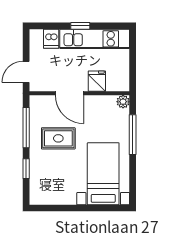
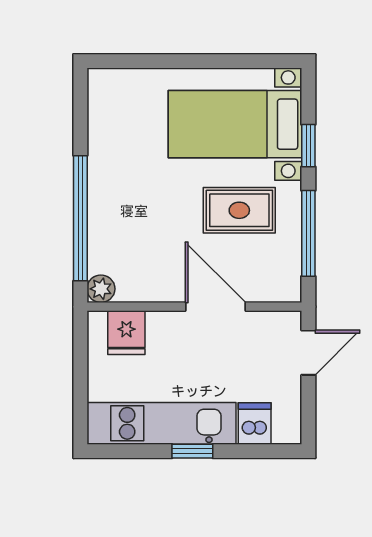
fridge: (97, 81) -> (126, 333), moved
window: (133, 135) -> (80, 218), width x1.46
bed with nightstands: (103, 174) -> (235, 124), moved, turned 90

